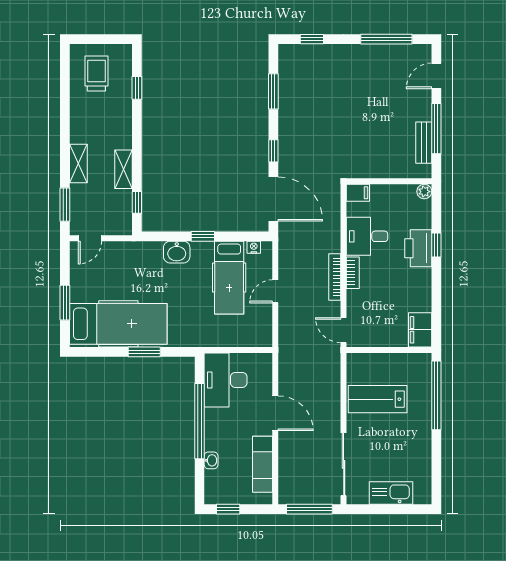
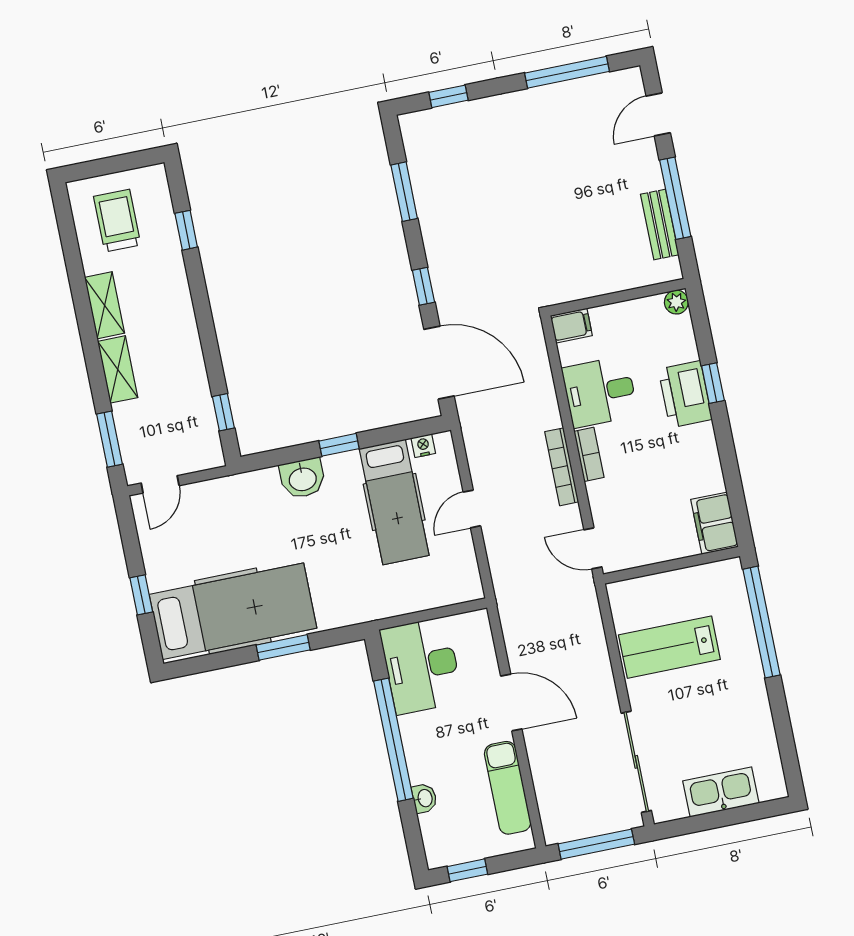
shelving: (124, 169) -> (105, 305), moved
window: (65, 303) -> (141, 595), width x0.67

